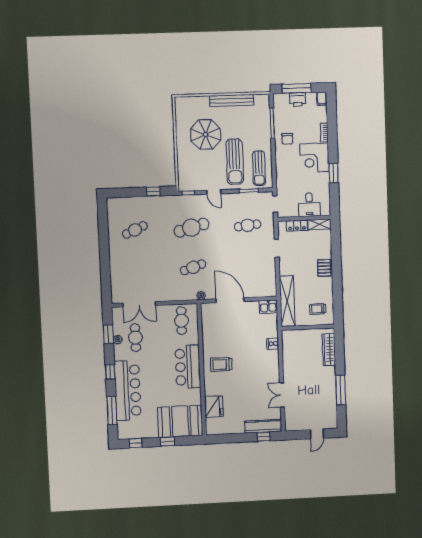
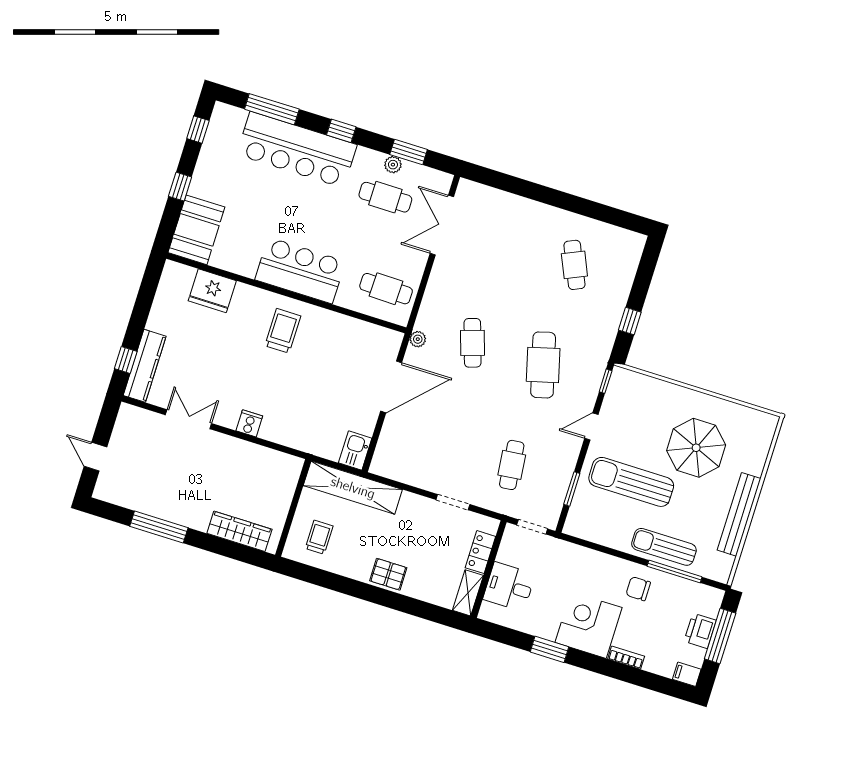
sun lounger: (259, 168) -> (664, 547), moved
cooker: (273, 344) -> (249, 423), moved
booth: (180, 421) -> (196, 230), width x0.73, depth x0.70

